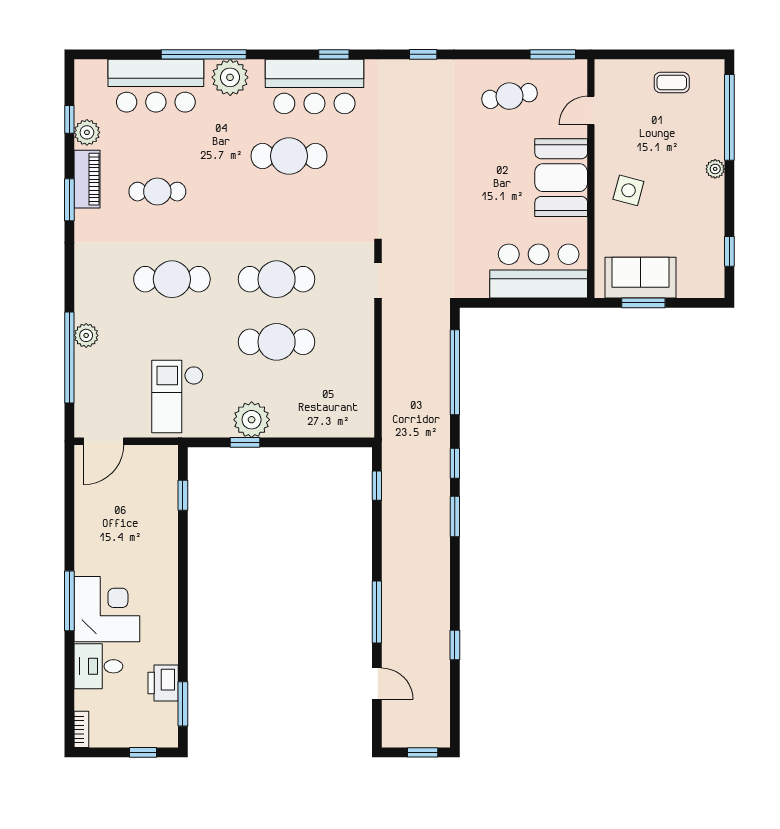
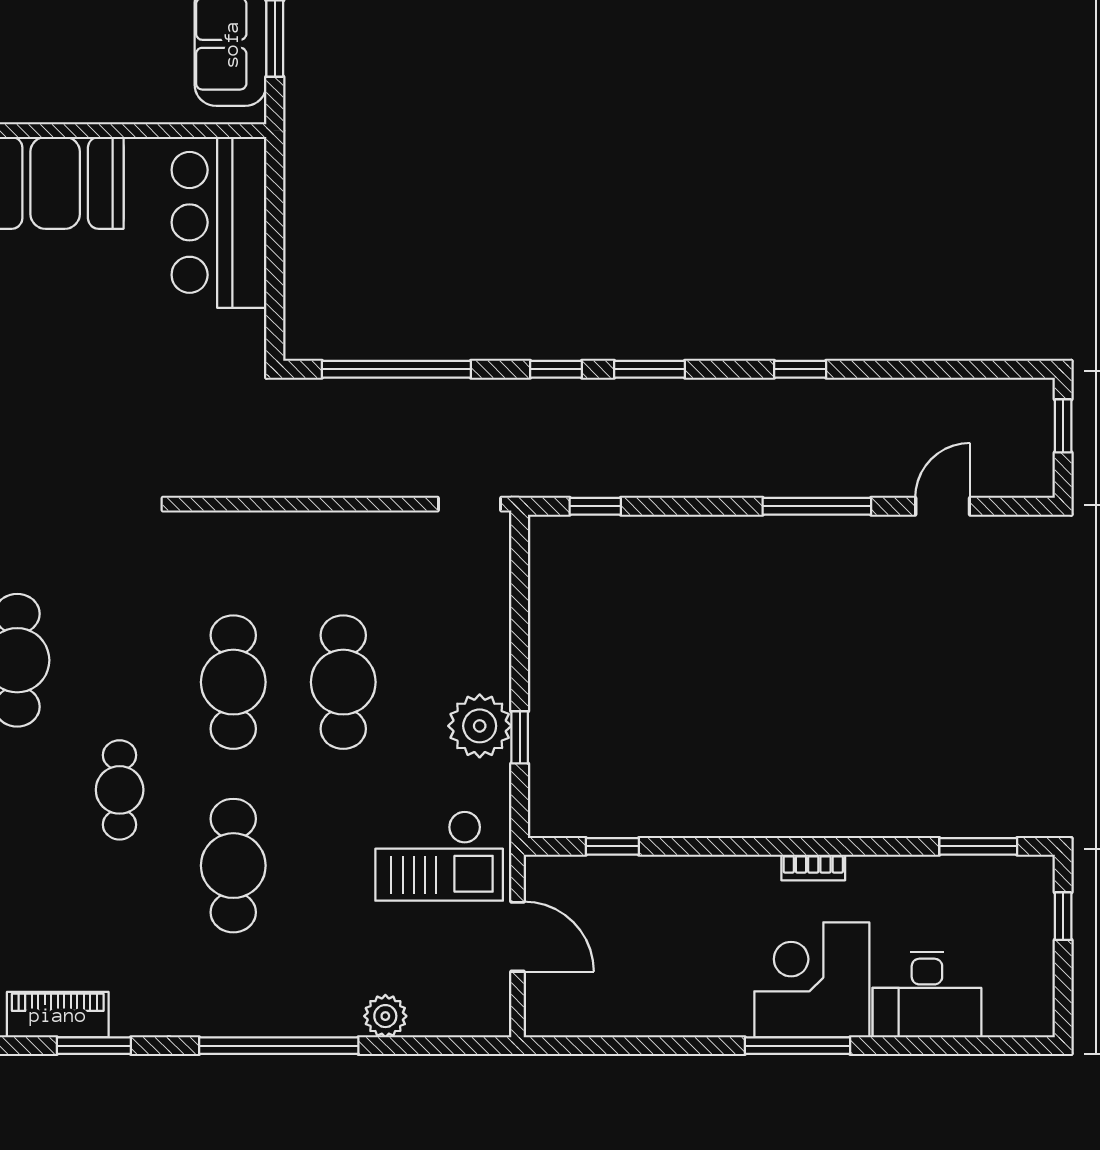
side table: (628, 190) -> (77, 65), removed
cafe table: (157, 192) -> (120, 790), moved
doorway: (378, 280) -> (470, 504), moved
plant: (86, 335) -> (385, 1016), moved
window: (69, 357) -> (279, 1046), moved
door: (104, 441) -> (518, 937), moved
window: (455, 645) -> (800, 369), moved
desk: (98, 666) -> (927, 995), width x1.37
printer: (163, 683) -> (941, 881), removed
bookcase: (81, 729) -> (813, 868), moved, turned 180

